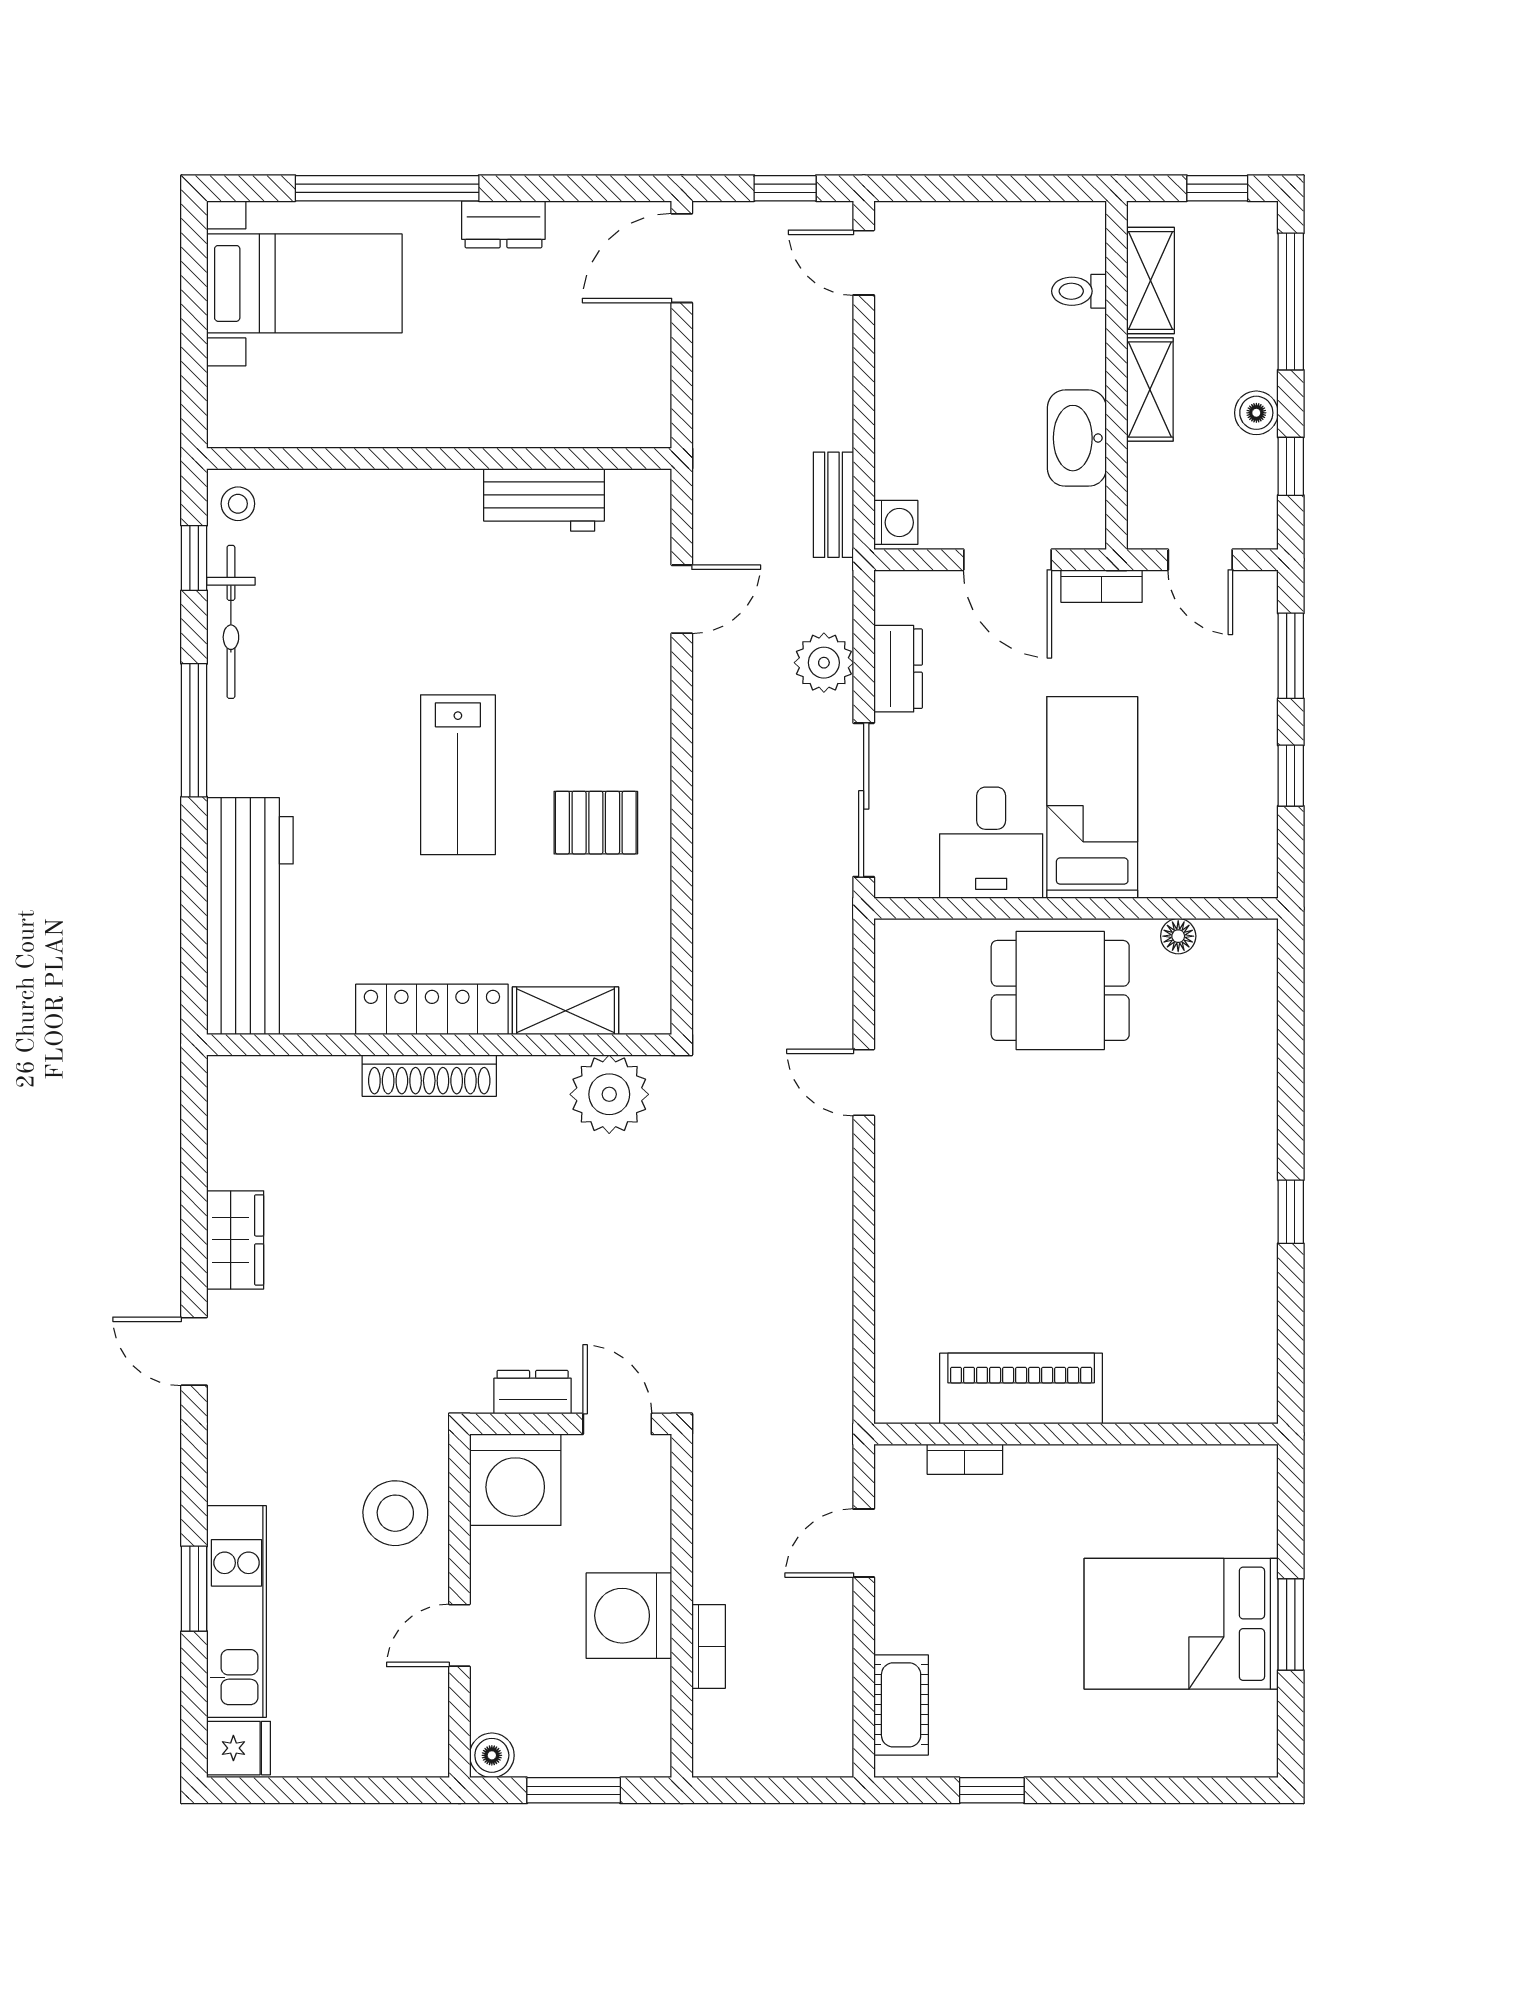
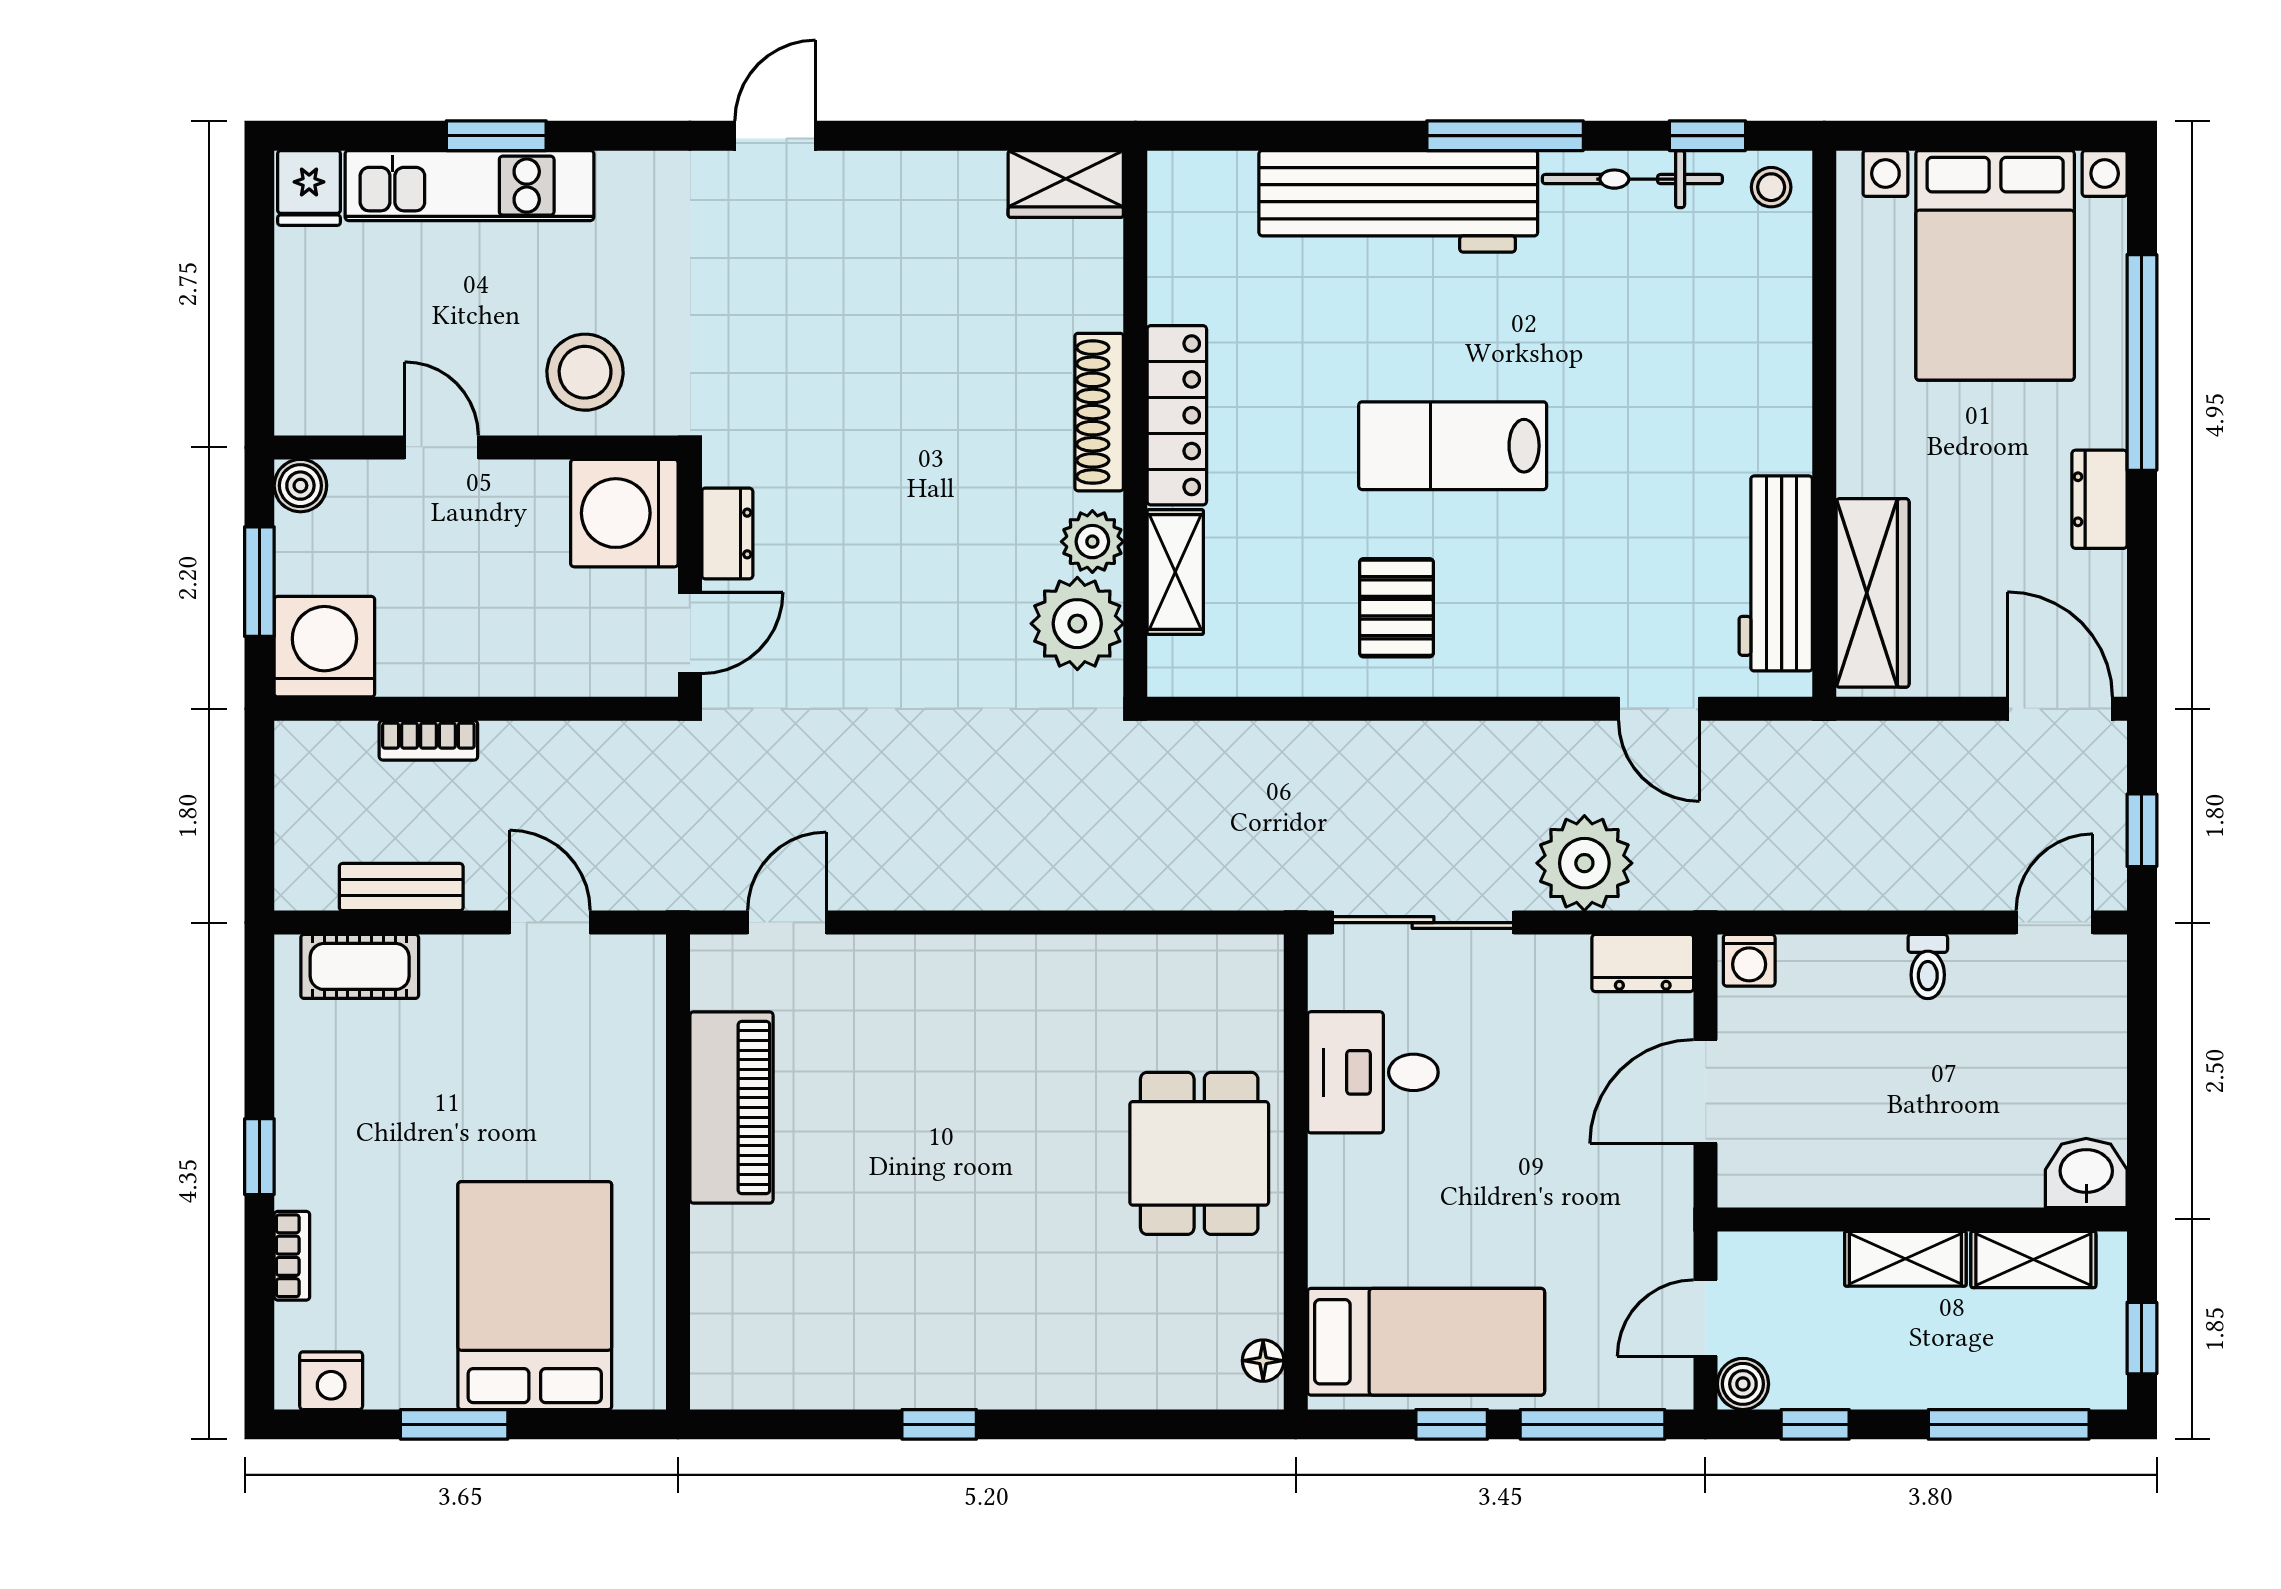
bed with nightstands: (304, 283) -> (1995, 265), width x1.36
toilet: (1079, 291) -> (1928, 967), moved, turned 180
boiler: (1256, 413) -> (1743, 1384), moved
wardrobe: (583, 417) -> (1873, 593), added
washbasin: (1077, 438) -> (2086, 1173), moved, width x0.72
workbench: (544, 500) -> (1776, 573), width x1.38
bench: (833, 505) -> (401, 887), moved
bookcase: (1102, 586) -> (1674, 1202), removed
window: (1291, 656) -> (1592, 1424), width x1.44
plant: (824, 663) -> (1584, 863), width x1.36, depth x1.36
dresser: (898, 669) -> (1643, 963), moved
bed: (1092, 797) -> (1426, 1342), moved
workbench: (250, 916) -> (1398, 201), moved
floor lamp: (1178, 936) -> (1263, 1361), moved
plant: (539, 1081) -> (1092, 542), added
door: (864, 1082) -> (787, 923), moved
wardrobe: (235, 1240) -> (1066, 184), moved
bookcase: (965, 1459) -> (292, 1256), moved, turned 180
washing machine: (629, 1616) -> (324, 647), moved
bed: (1181, 1624) -> (535, 1296), moved
nightstand: (1254, 1729) -> (331, 1381), added
window: (992, 1790) -> (259, 1157), moved

